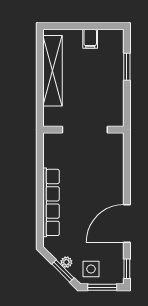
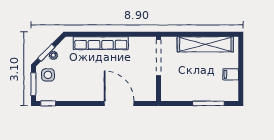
window: (127, 67) -> (208, 103), width x1.44
doorway: (85, 130) -> (159, 58), moved
door: (127, 223) -> (119, 103), moved

